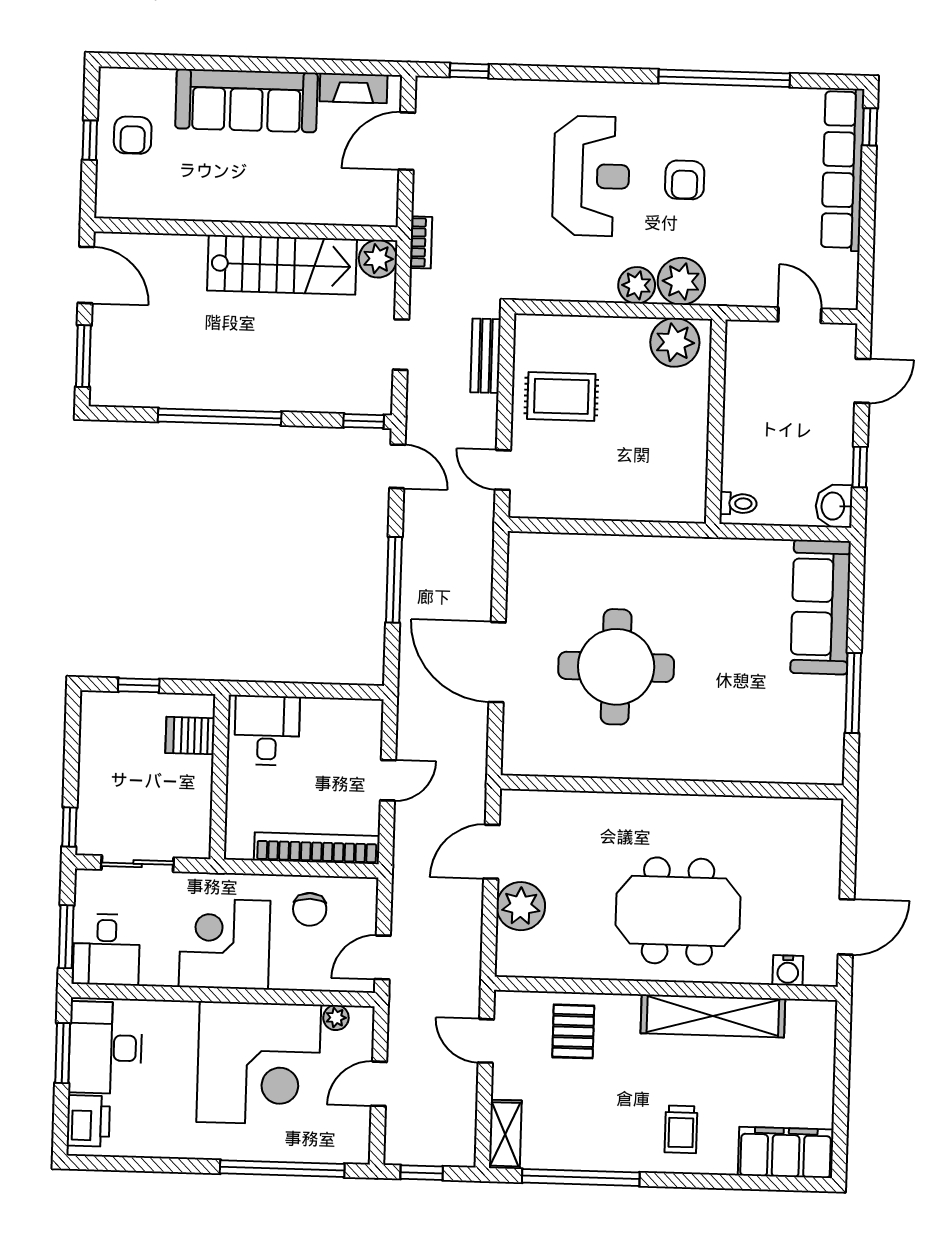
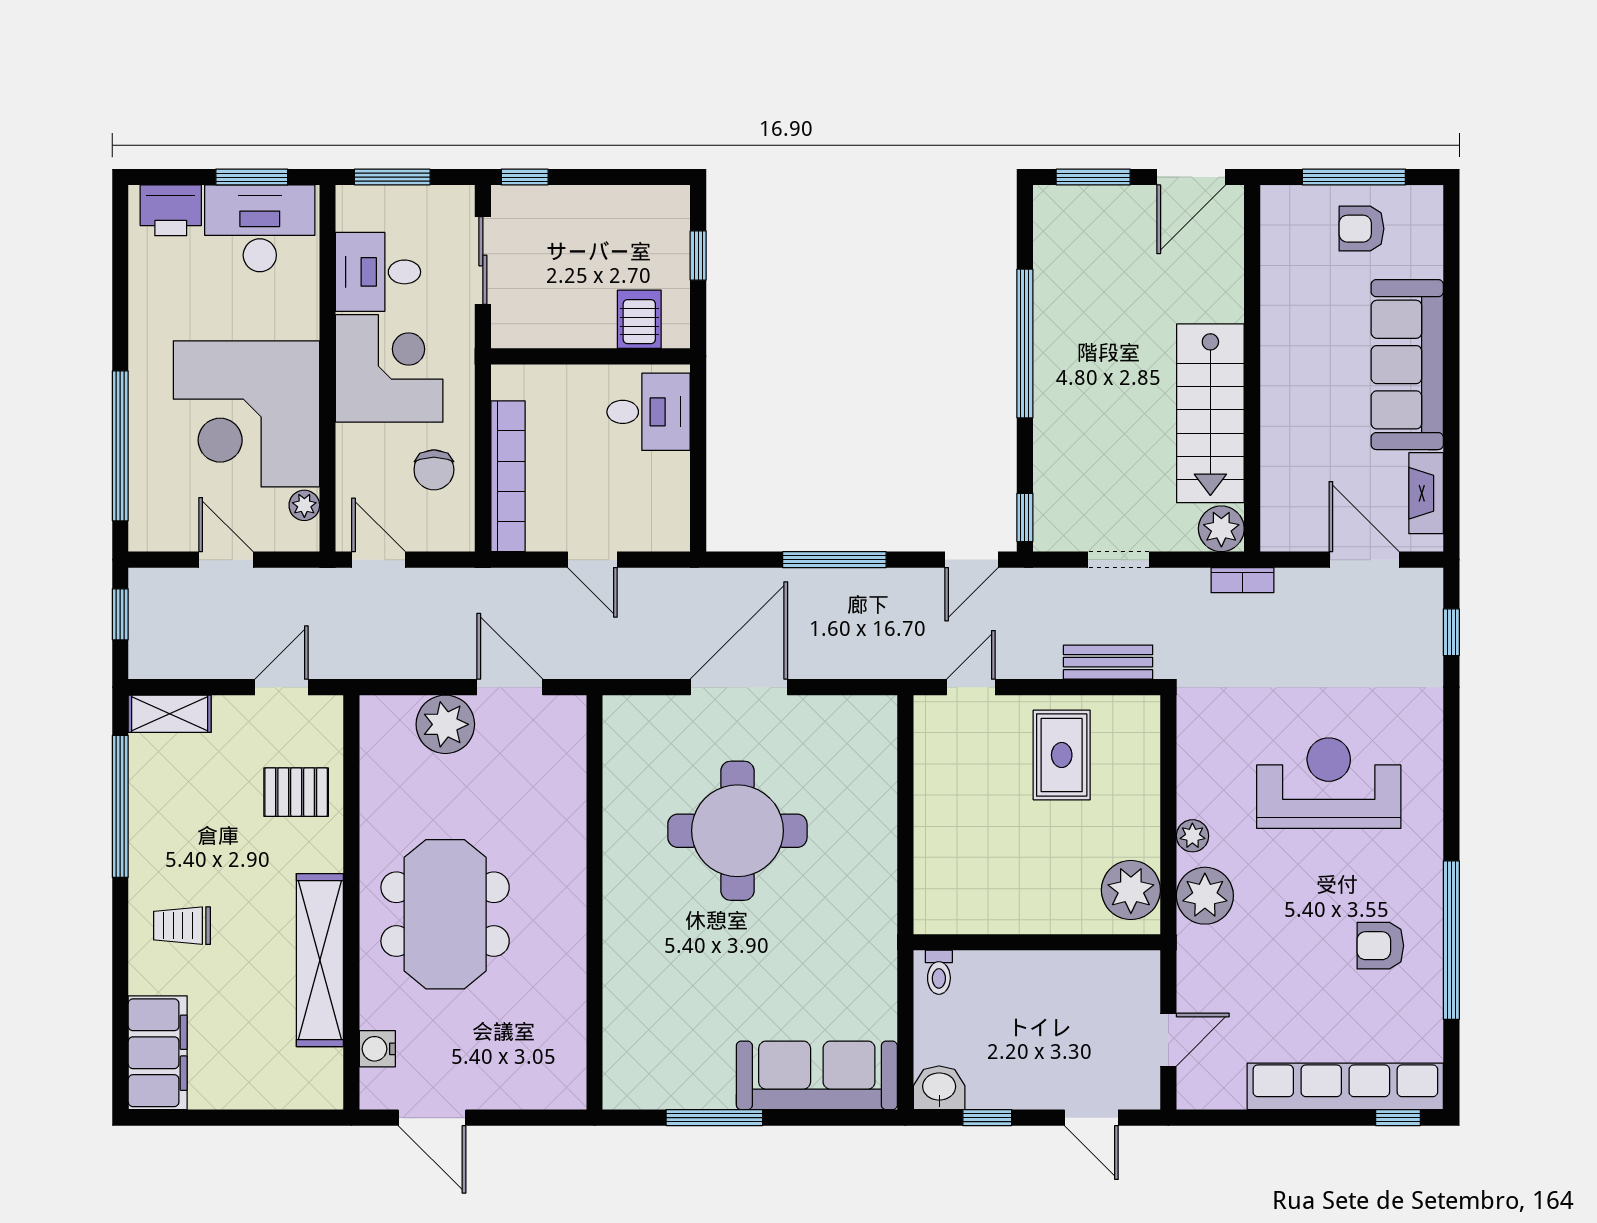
window: (90, 140) -> (1354, 177), width x2.17
reception desk: (591, 176) -> (1329, 783), turned 180
armchair: (685, 180) -> (1380, 946), moved
plant: (637, 285) -> (1192, 836), width x0.73, depth x0.73
chair: (310, 909) -> (434, 470), turned -90
desk: (106, 950) -> (378, 272), moved

